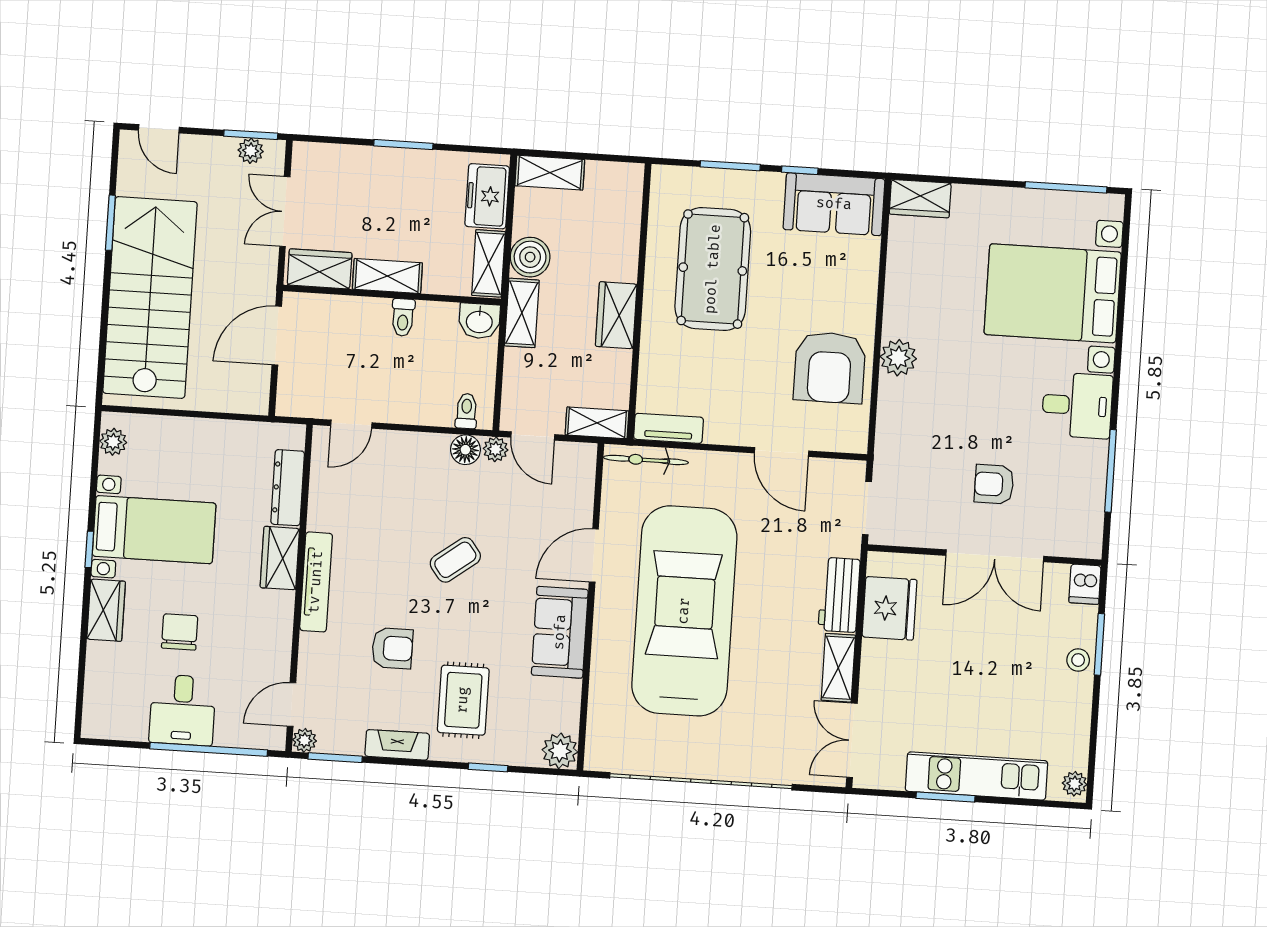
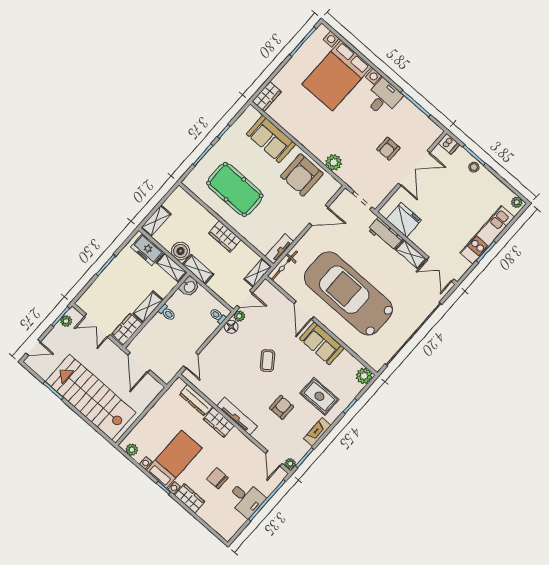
sofa: (834, 204) -> (271, 139), moved, turned 90
plant: (898, 358) -> (334, 162), moved
armchair: (830, 367) -> (302, 175), turned 90

